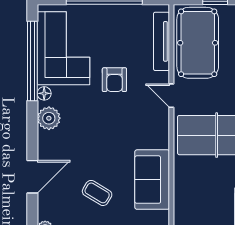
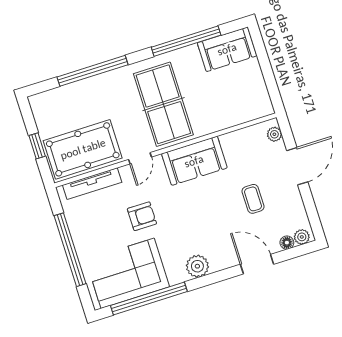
floor lamp: (44, 93) -> (287, 243), moved
sofa: (152, 180) -> (194, 161), moved
coffee table: (97, 193) -> (253, 199), turned -31

